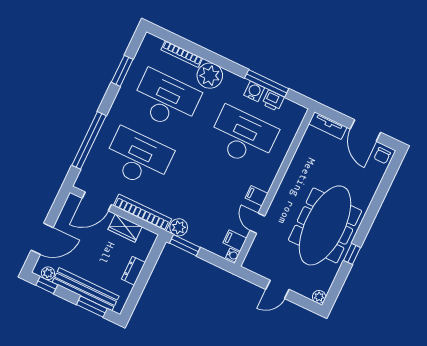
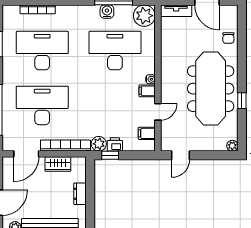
plant: (210, 76) -> (144, 16), moved
printer: (273, 101) -> (115, 144), moved, turned 180
chair: (382, 156) -> (228, 38), moved
door: (257, 223) -> (158, 112), swing flipped
window: (185, 245) -> (110, 155), width x0.67
water cooler: (233, 255) -> (151, 79), moved
door: (277, 289) -> (181, 155), moved

